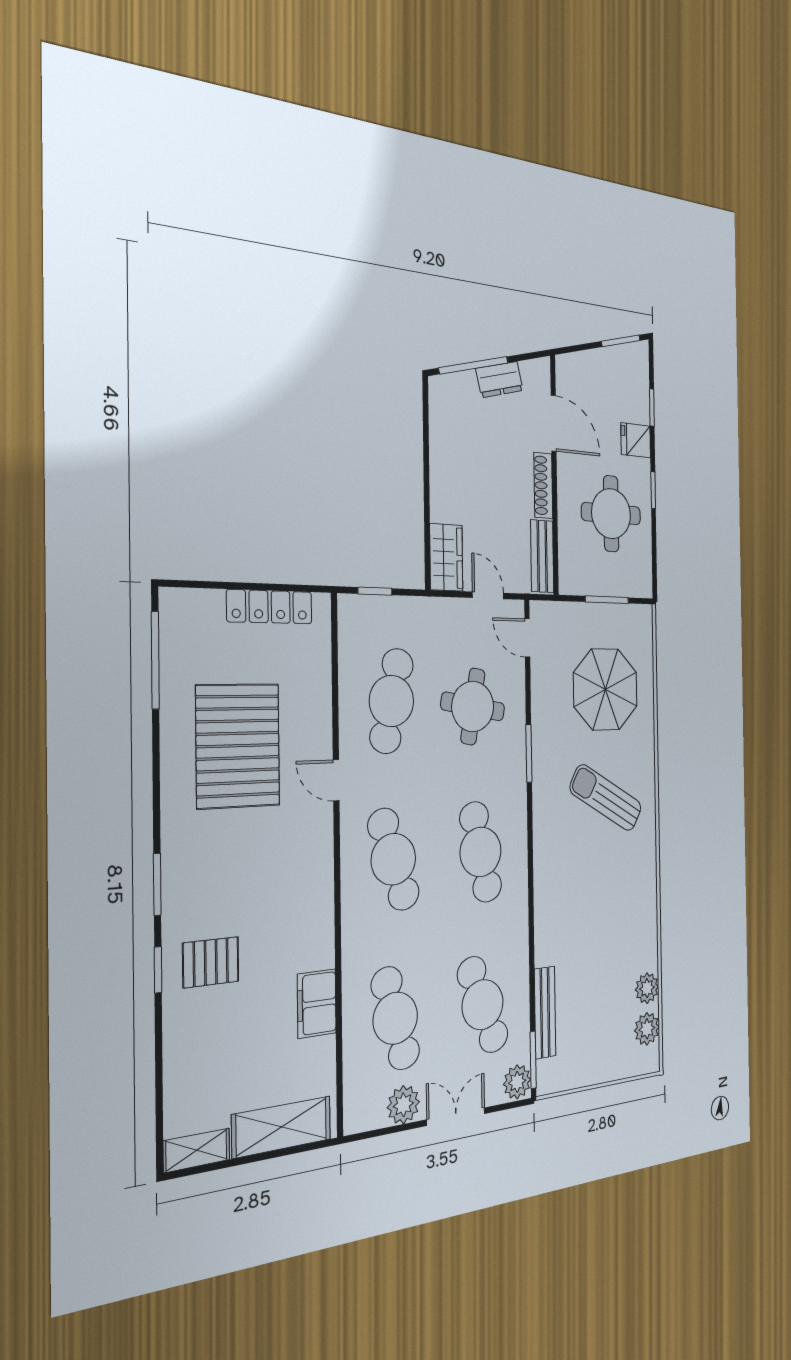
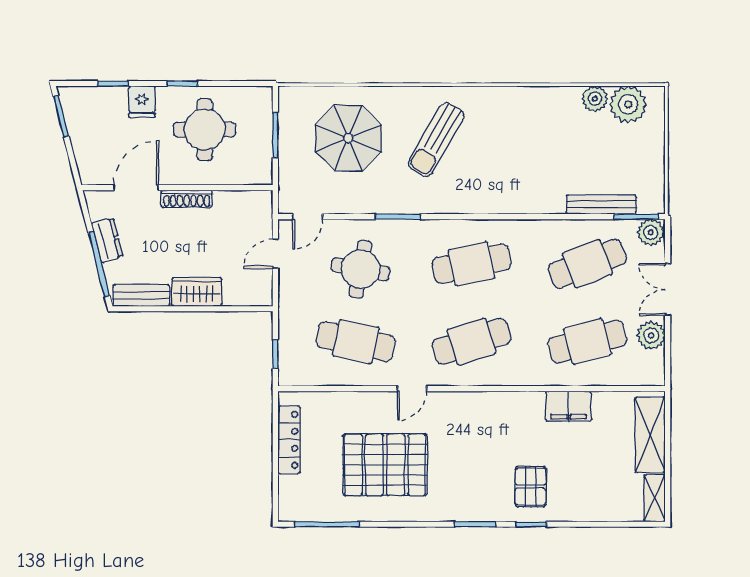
bench: (542, 556) -> (141, 295), moved
wardrobe: (446, 557) -> (197, 292), moved
plant: (647, 1029) -> (628, 104), width x1.36, depth x1.36

